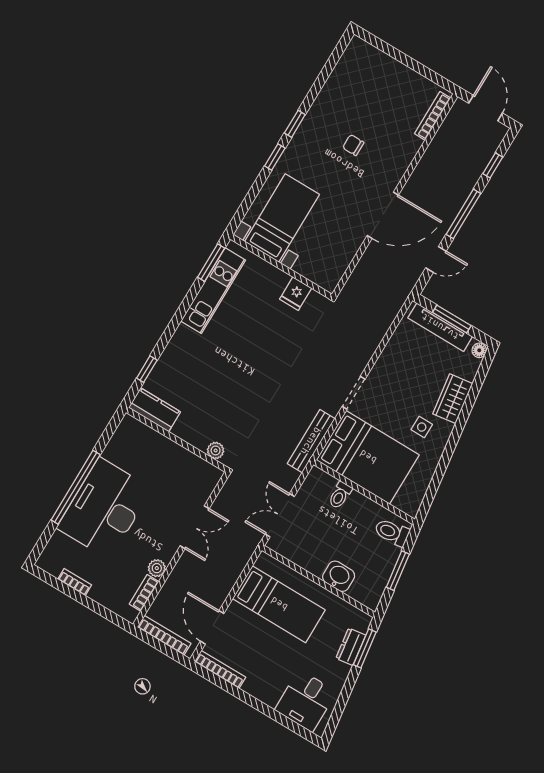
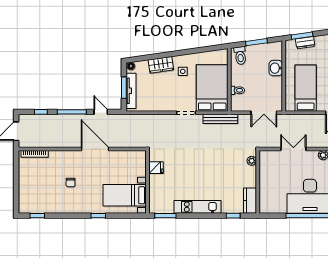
window: (295, 124) -> (37, 216), moved
kitchen unit: (213, 291) -> (198, 207), moved

